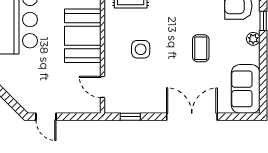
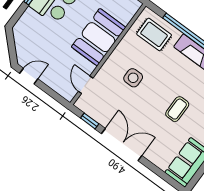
door: (46, 117) -> (29, 76), swing flipped
double door: (192, 117) -> (122, 145), moved

